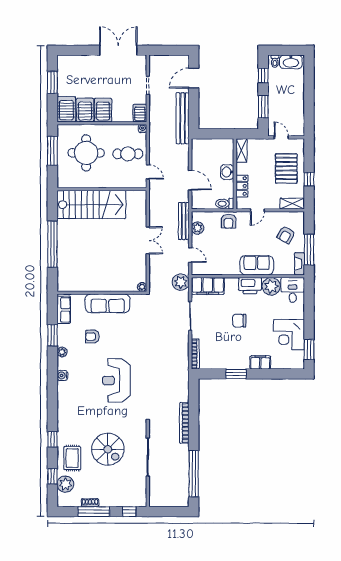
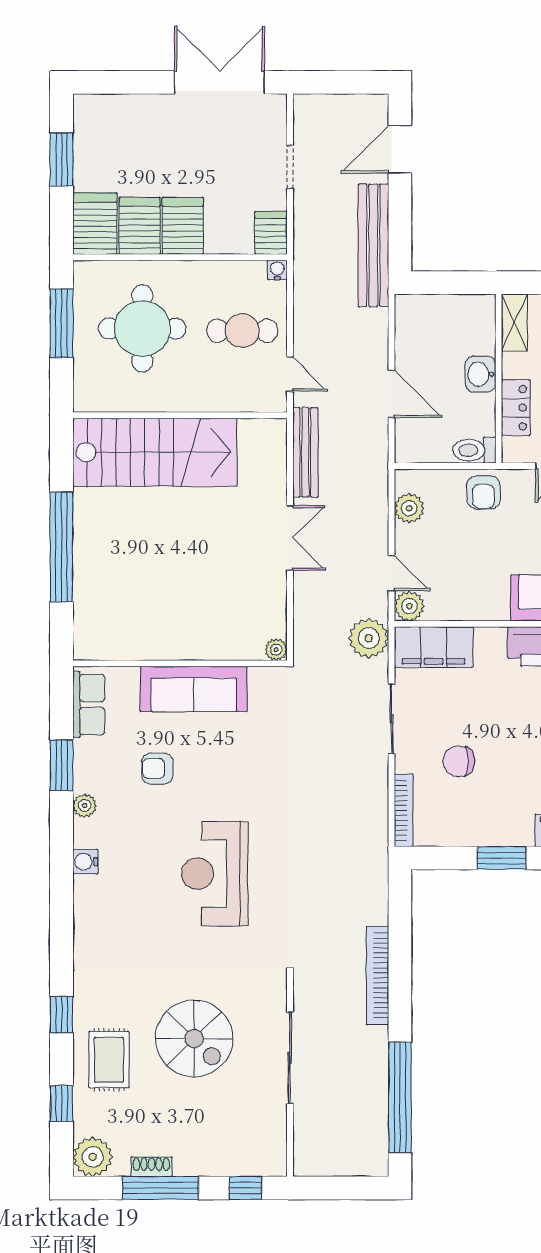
bench: (184, 221) -> (305, 452), moved
plant: (198, 269) -> (409, 606), added
chair: (239, 321) -> (459, 761), moved
plant: (65, 484) -> (93, 1157), moved

